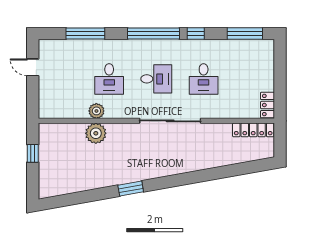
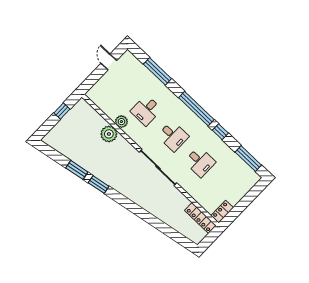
desk: (204, 79) -> (200, 162), turned -90
window: (98, 194) -> (77, 170), added

